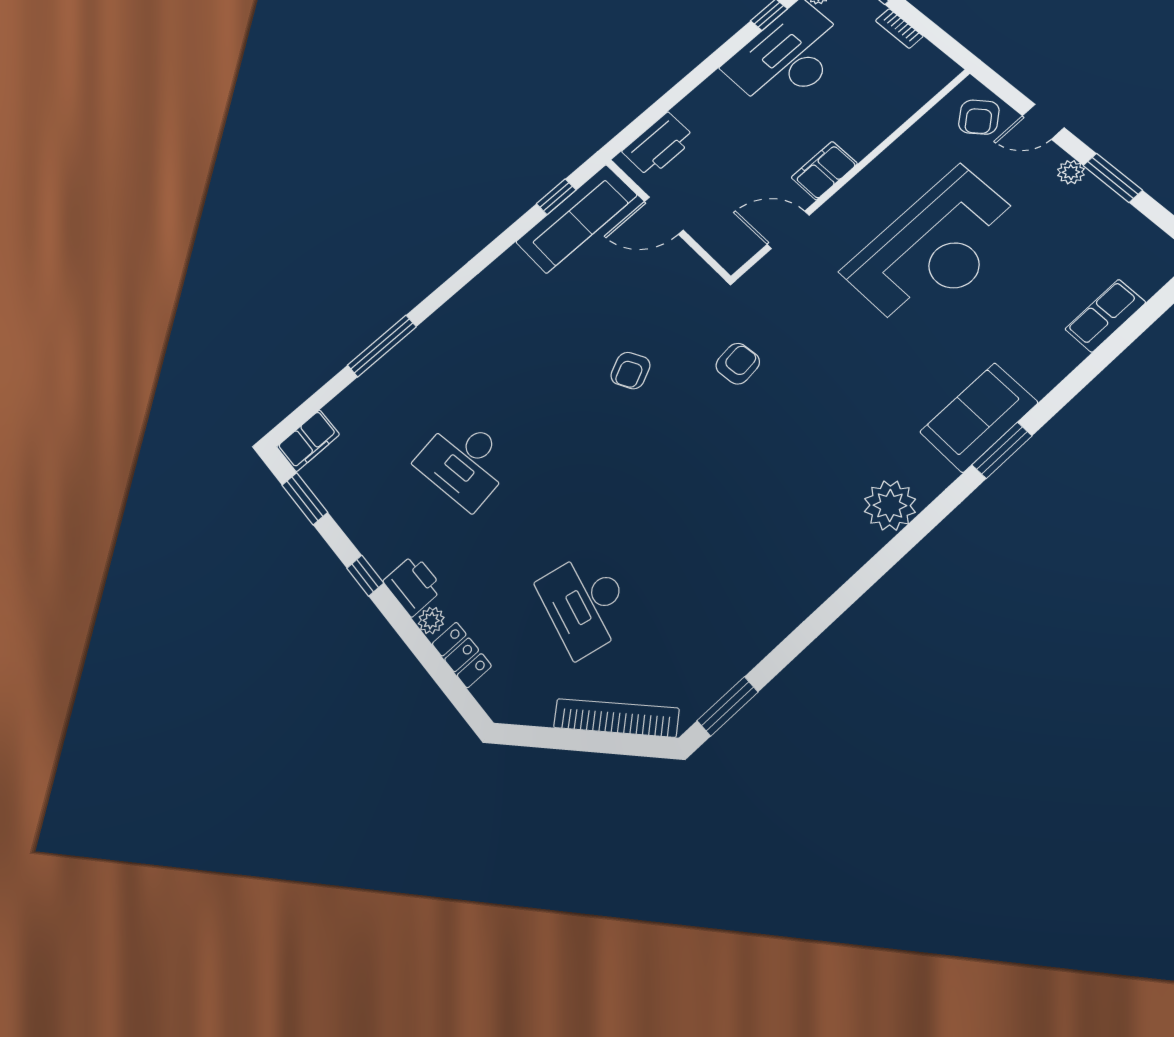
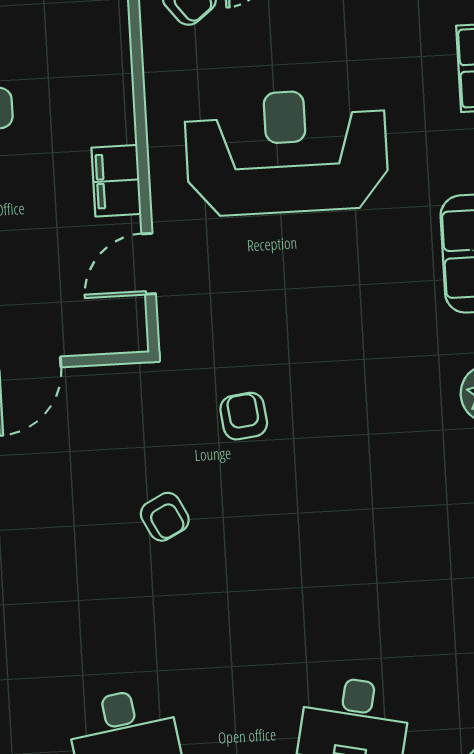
reception desk: (935, 249) -> (287, 152), turned -90

